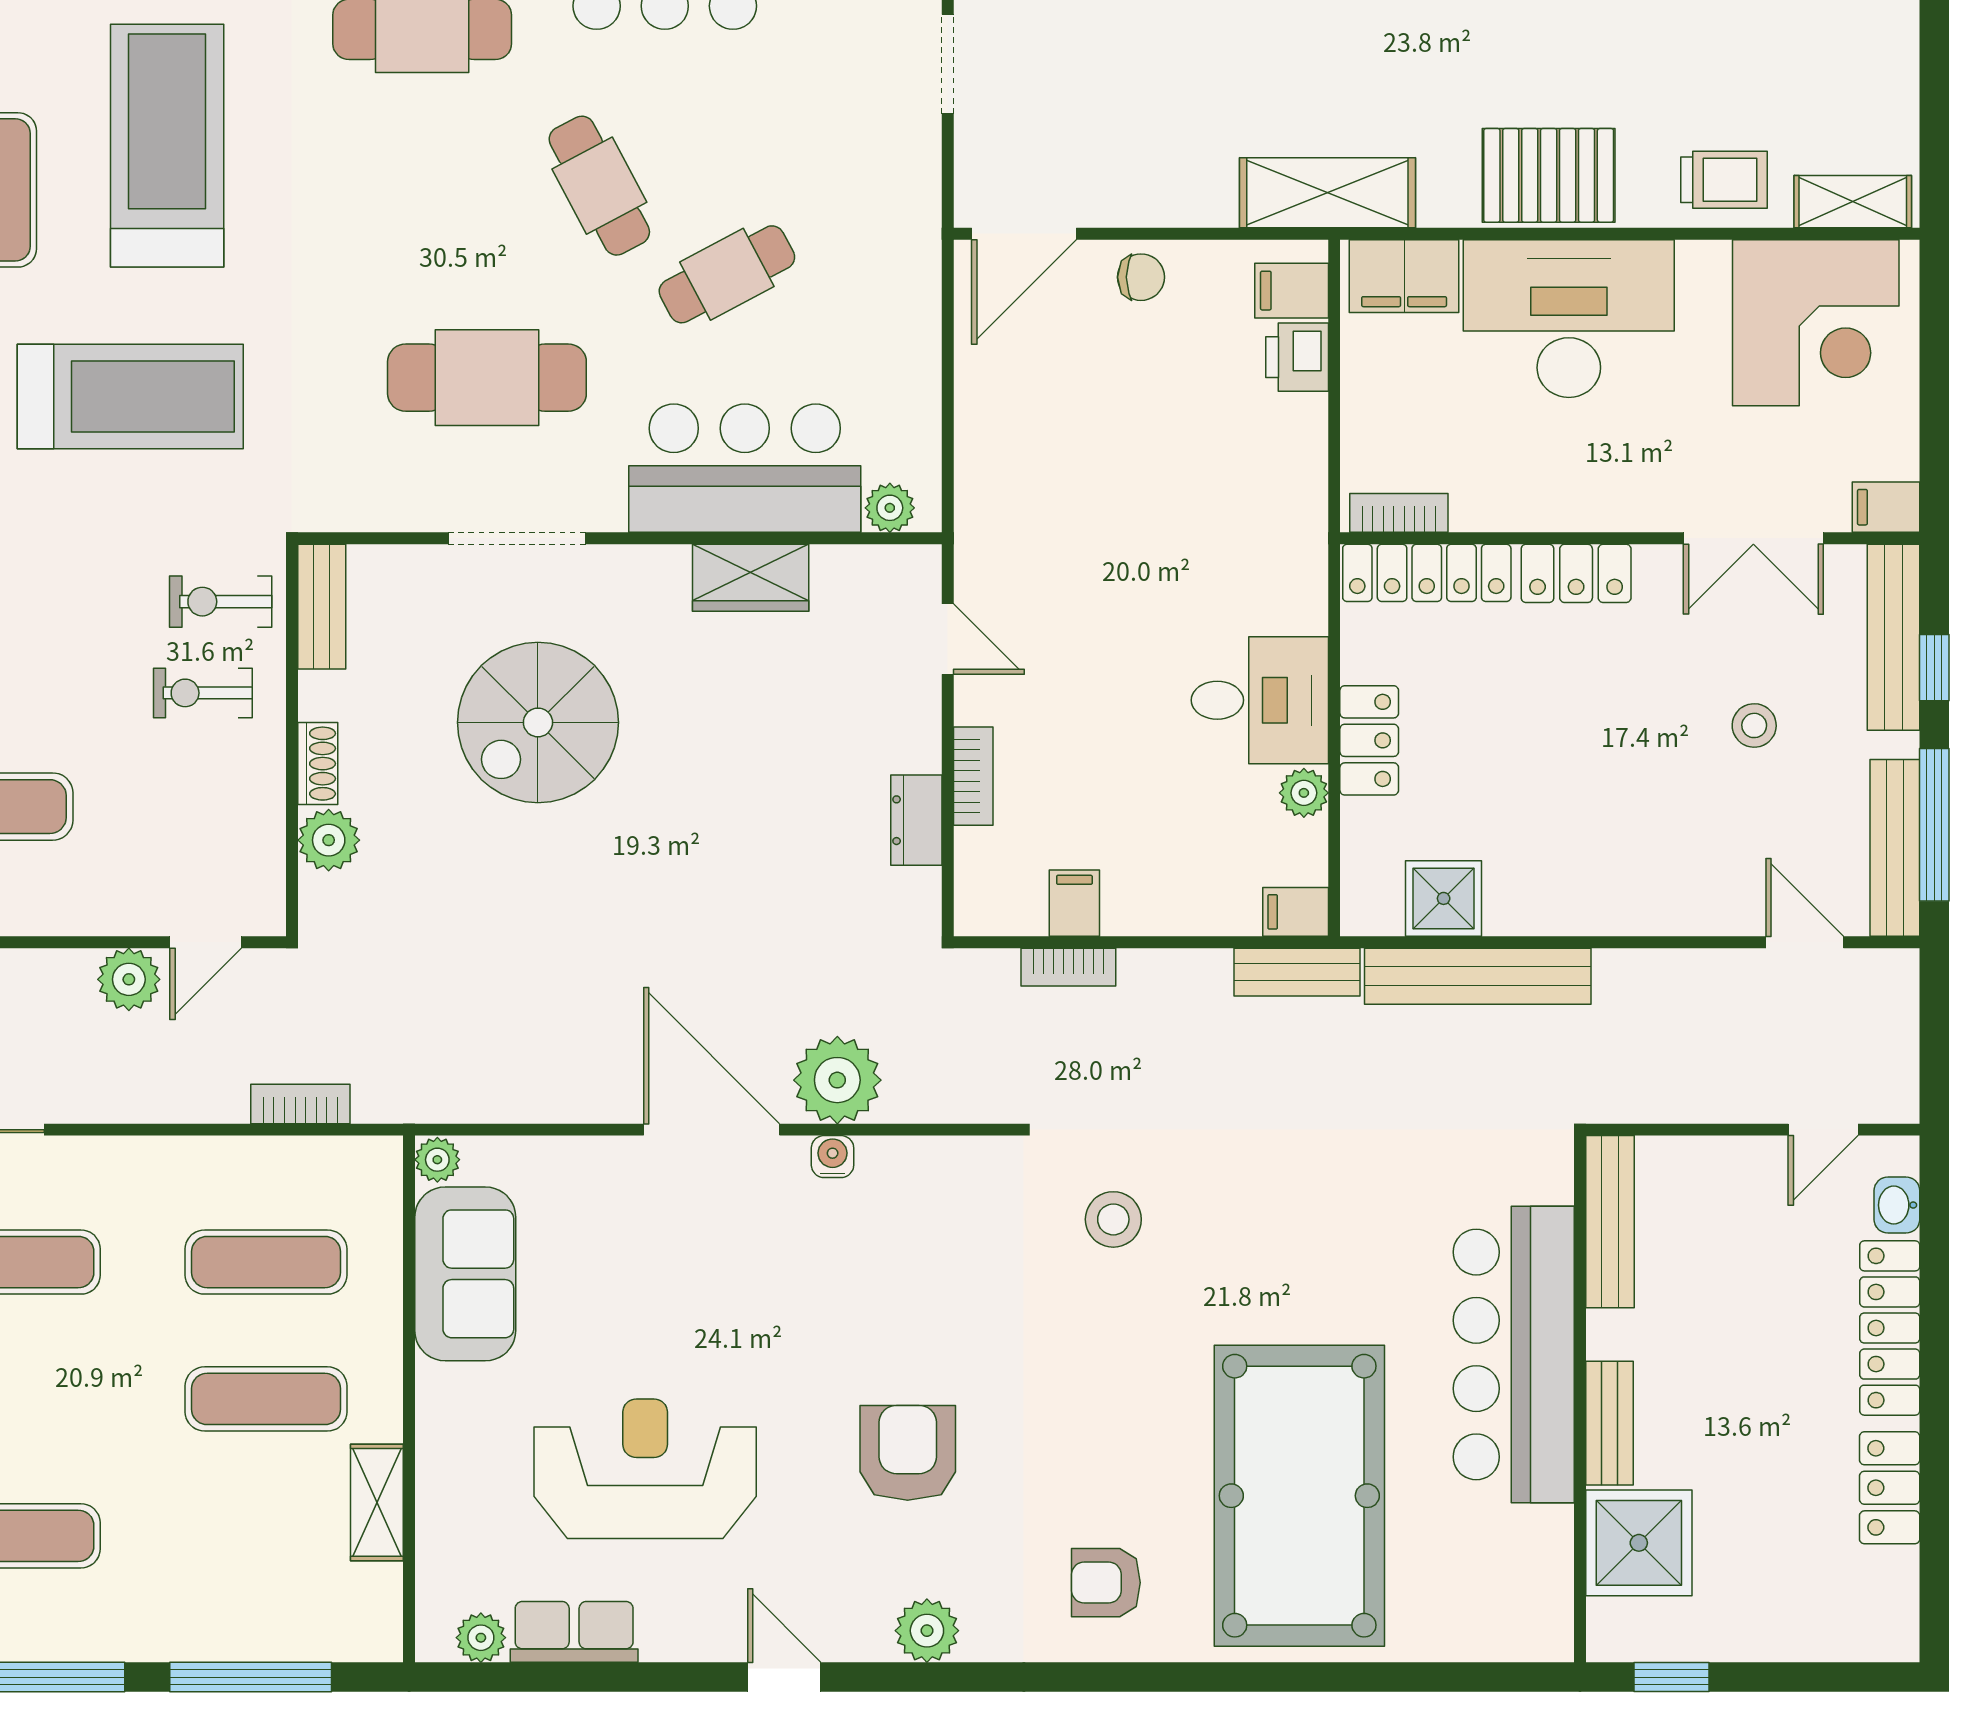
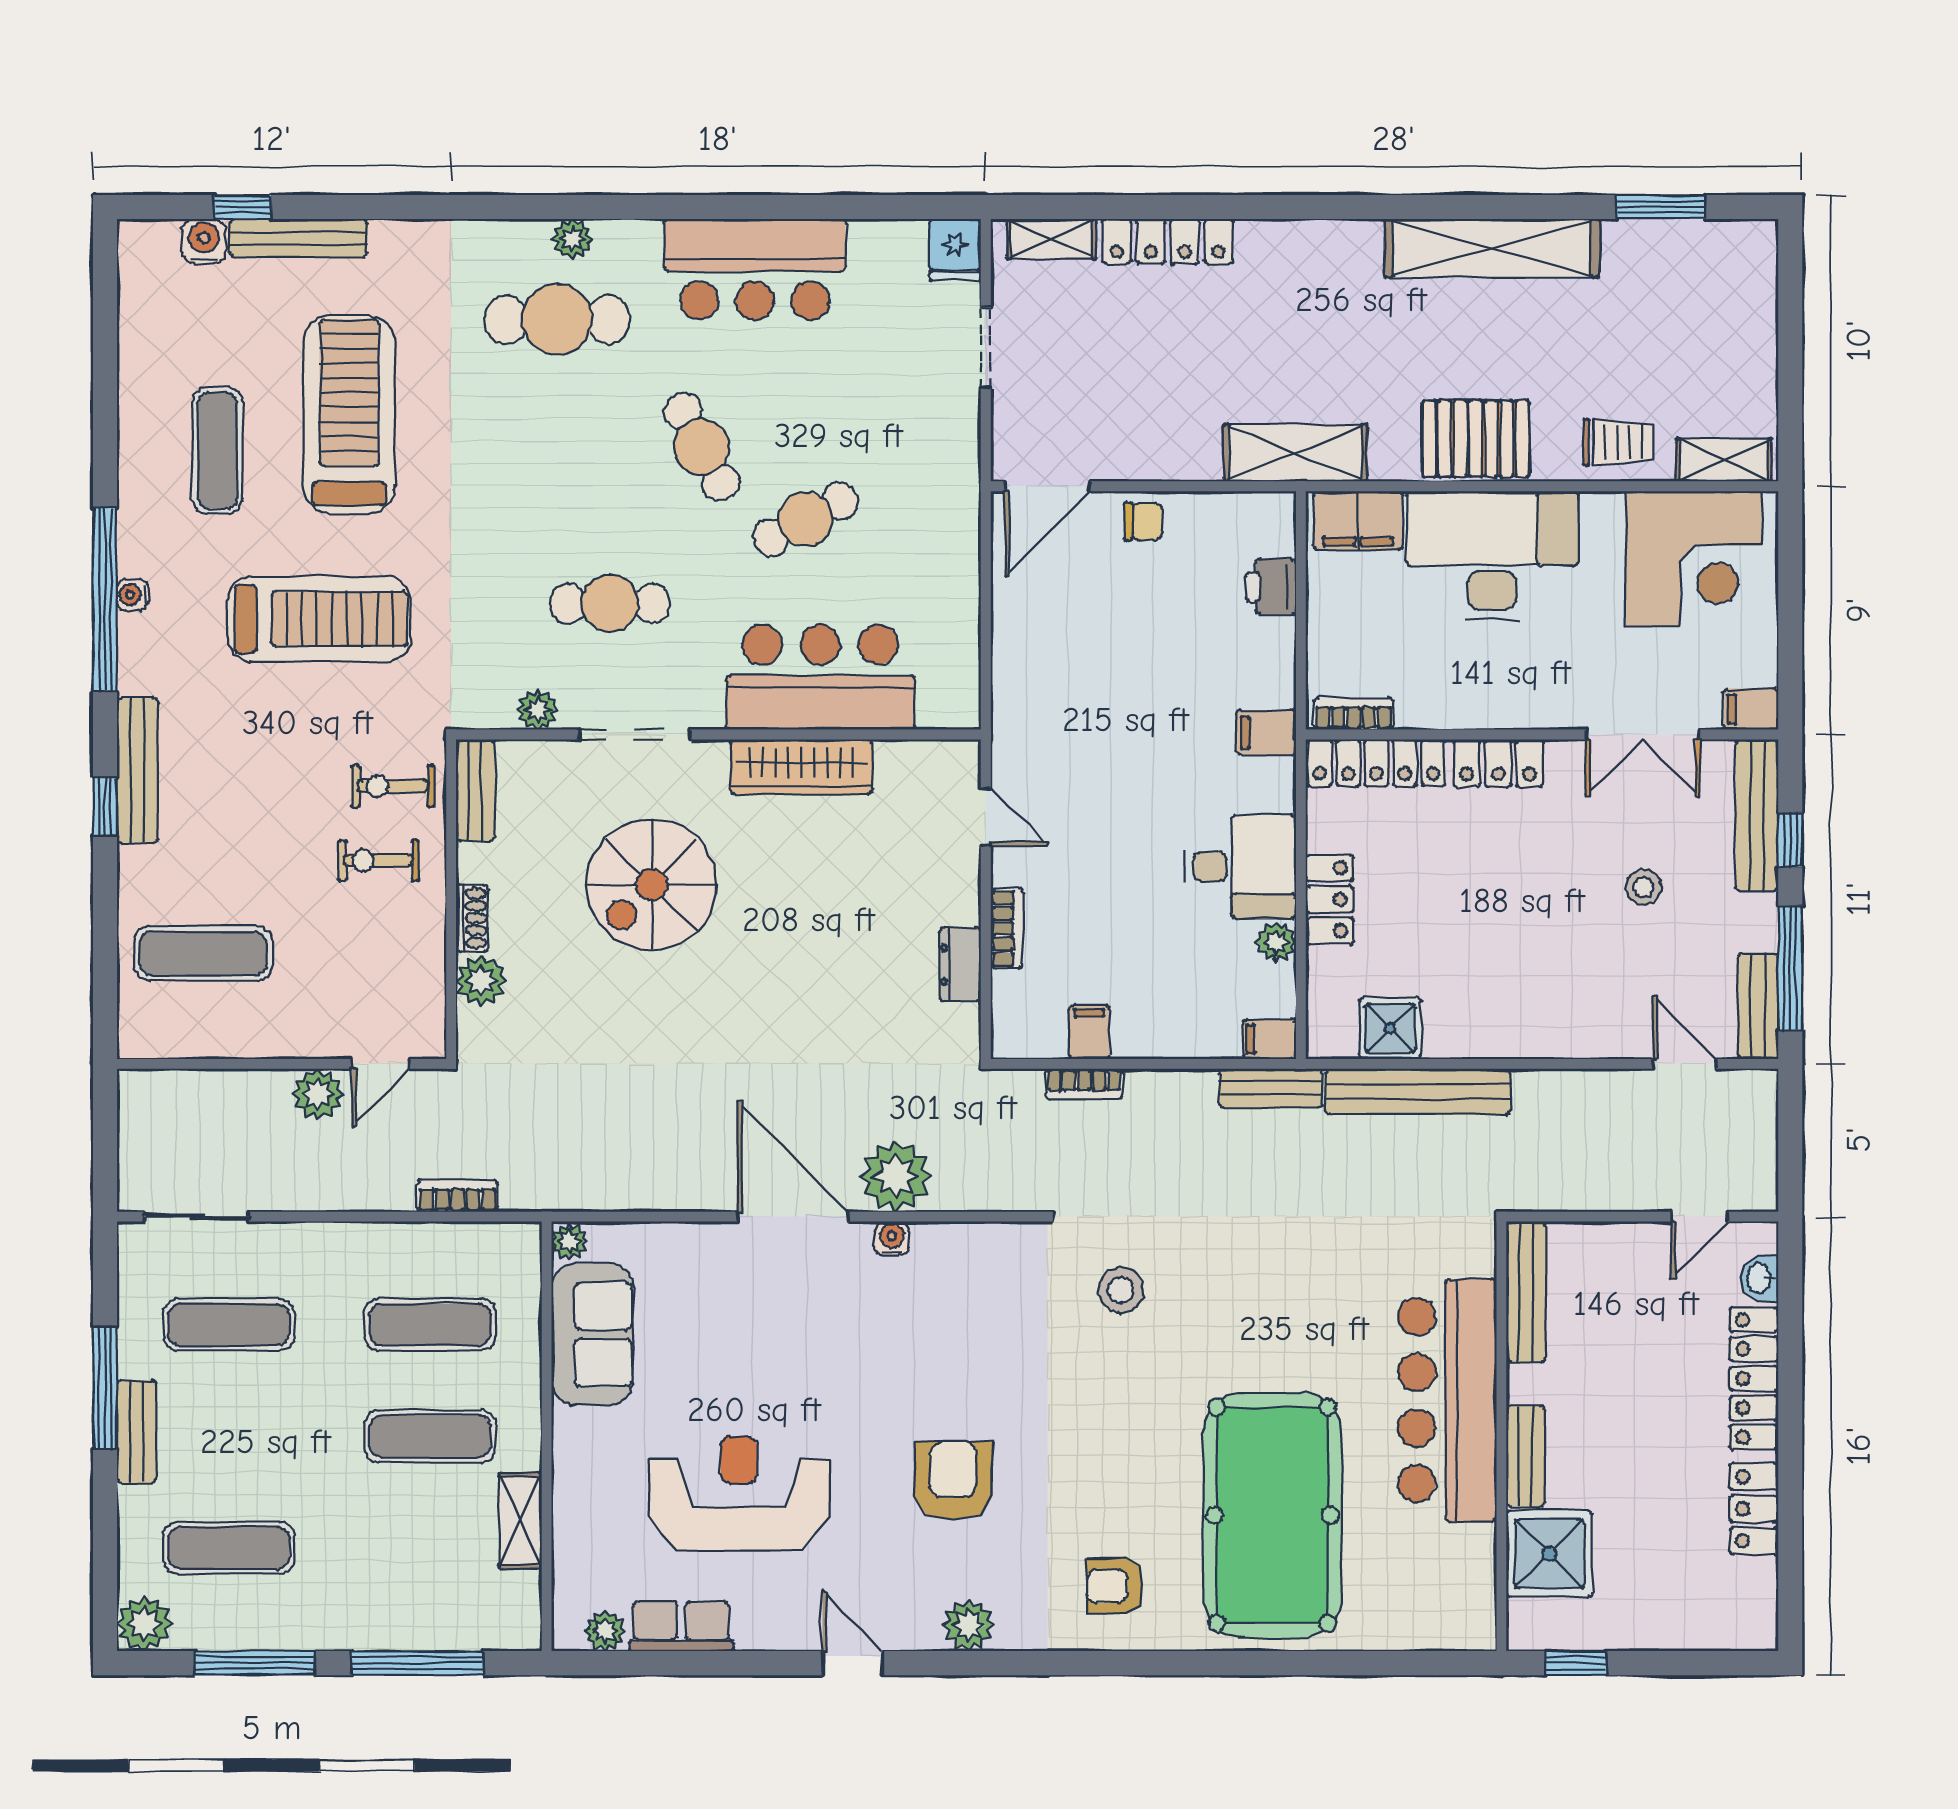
filing cabinet: (1292, 291) -> (1266, 733), moved
cafe table: (487, 378) -> (610, 604), width x0.73, depth x0.74
plant: (890, 508) -> (538, 710), moved
wardrobe: (751, 578) -> (801, 767), width x1.50
bench: (1895, 848) -> (1758, 1006), width x0.73

